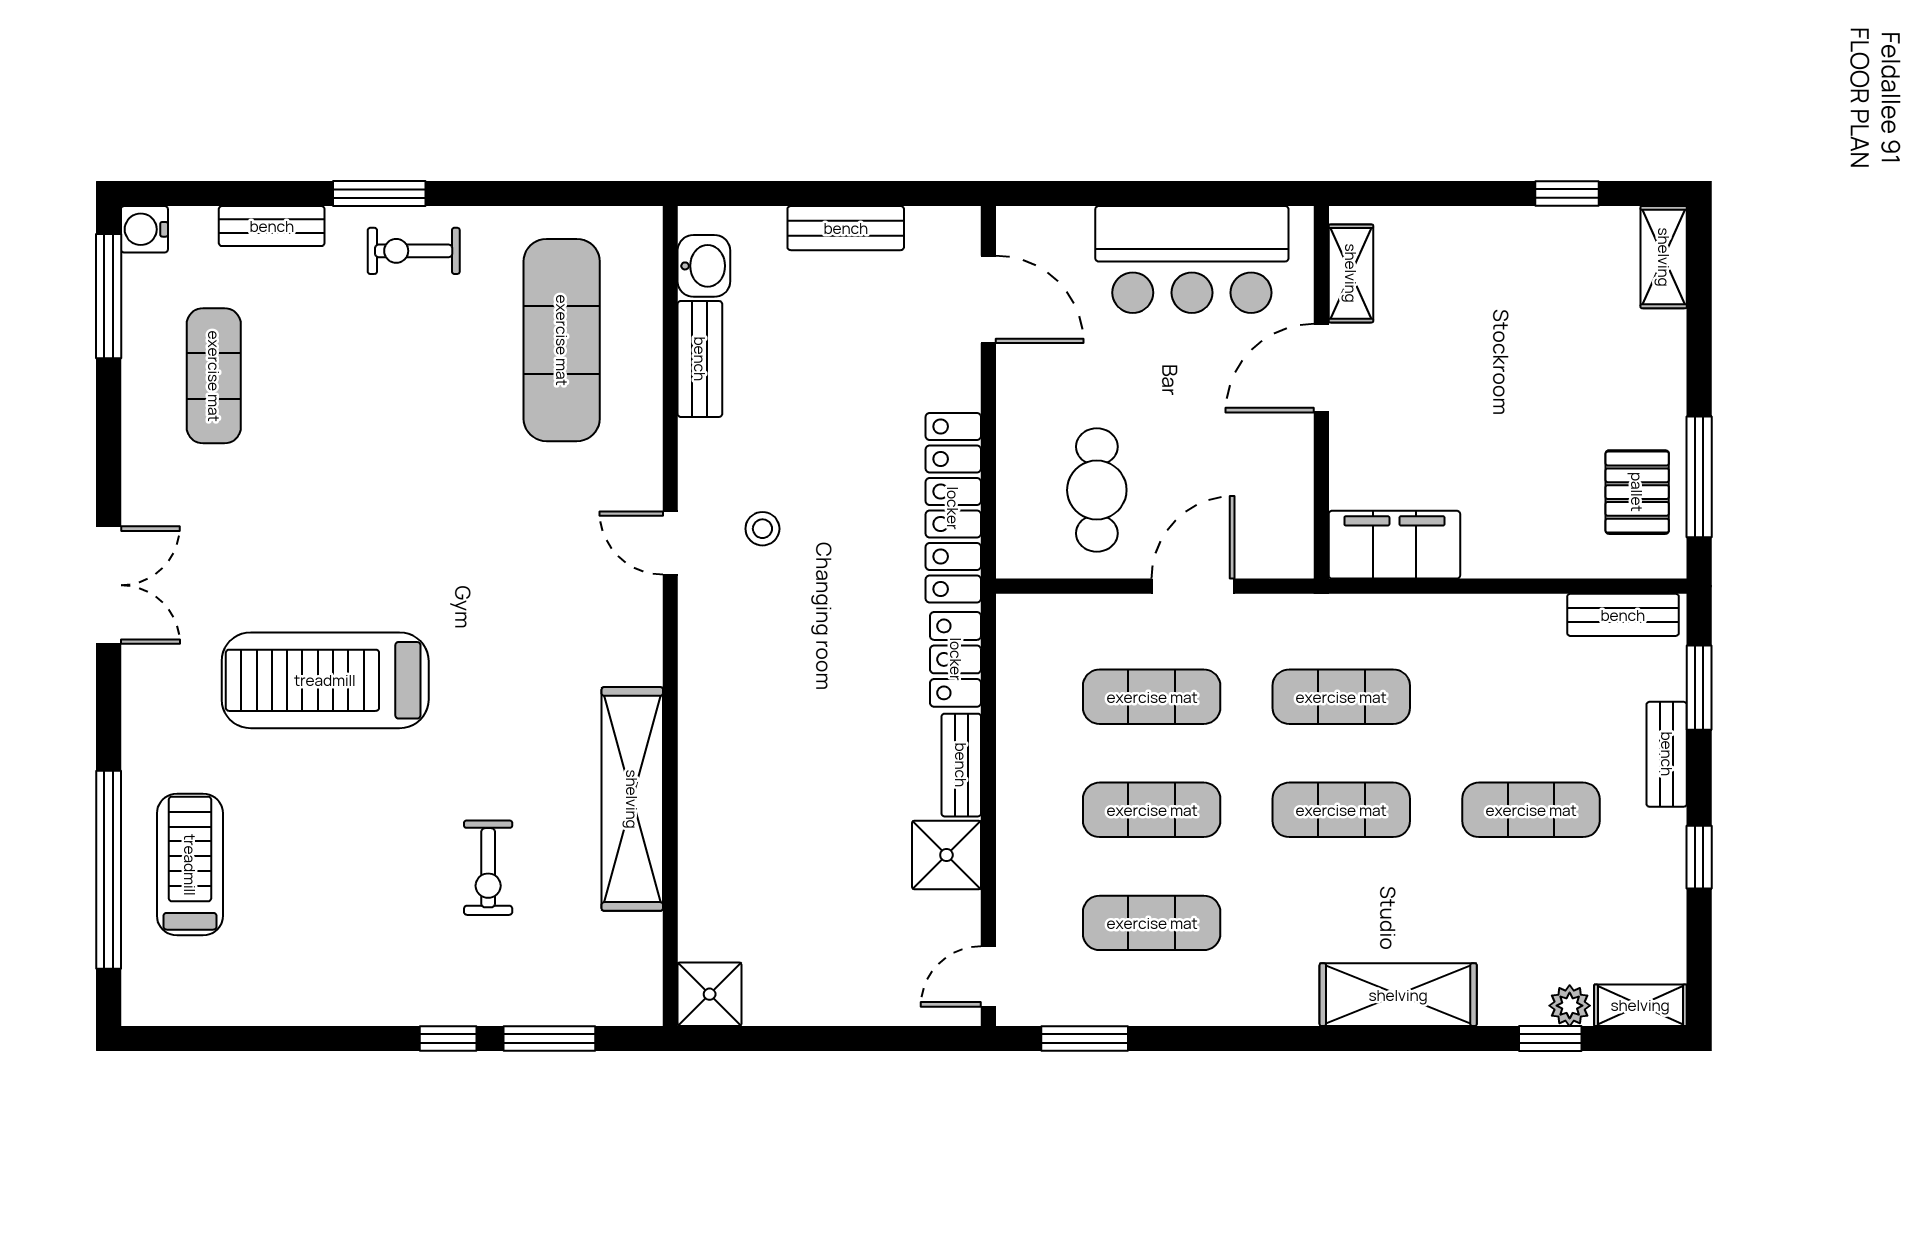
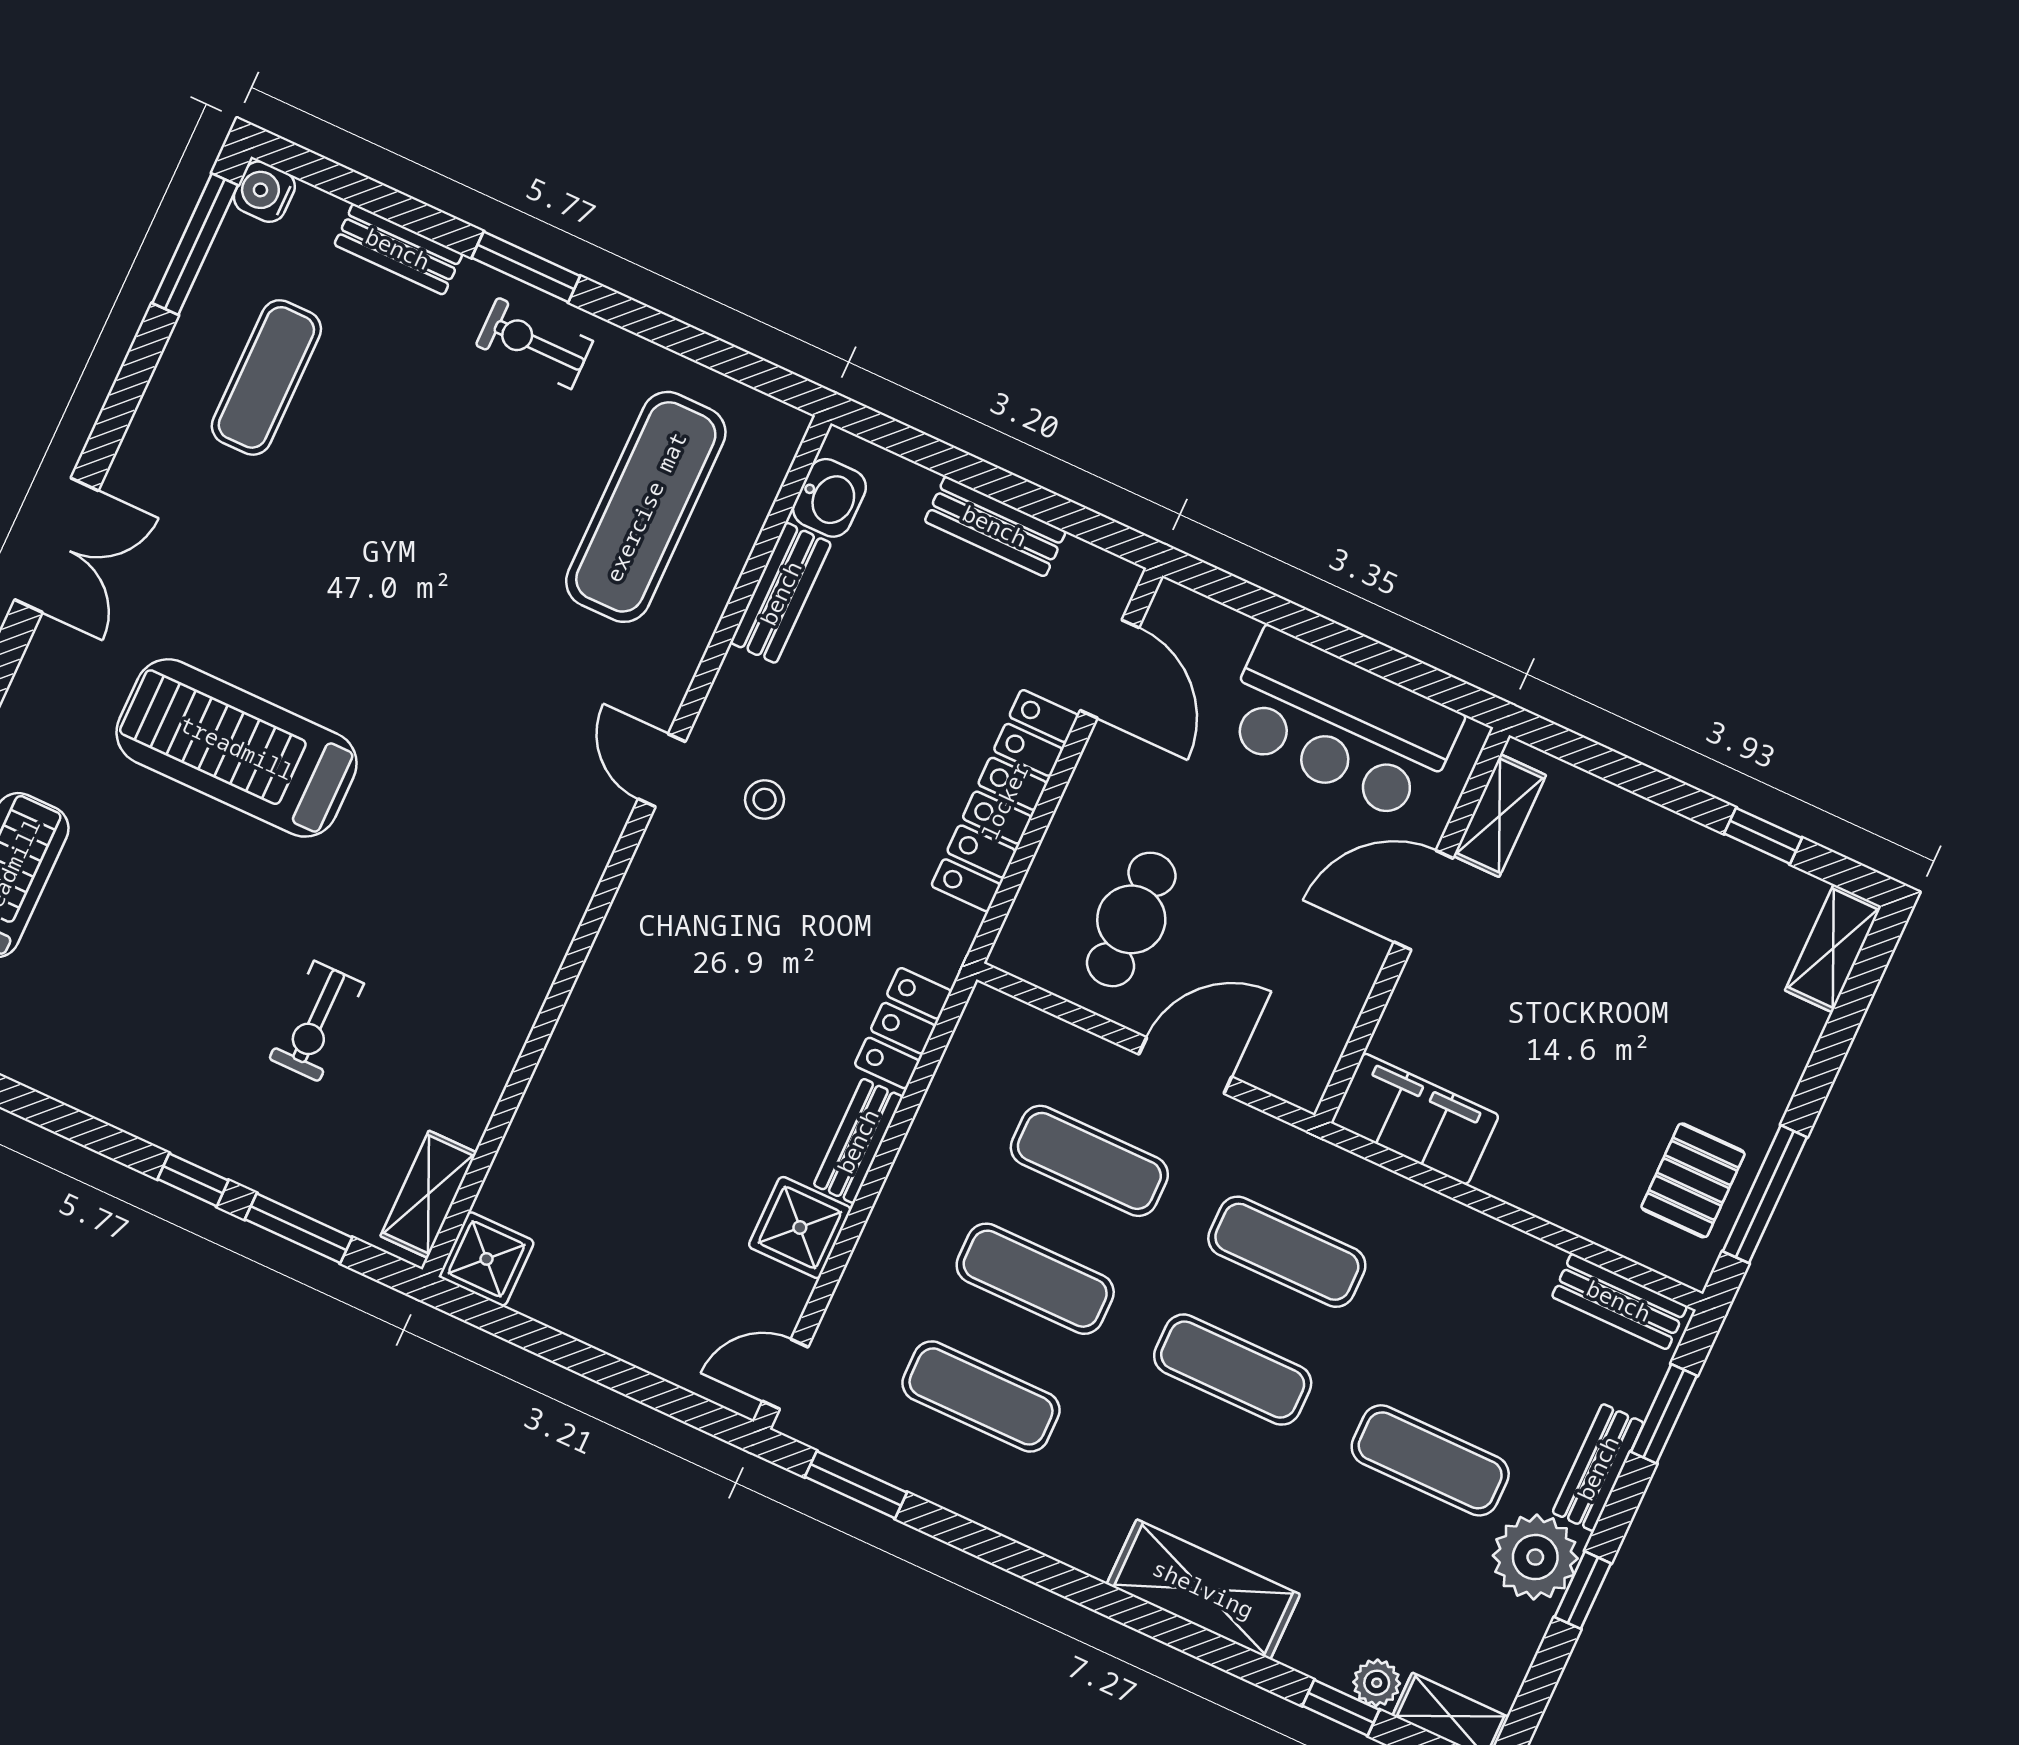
locker: (953, 508) -> (1005, 801), moved
shelving: (632, 799) -> (428, 1194), moved, width x0.45, depth x0.75
plant: (1649, 848) -> (1535, 1557), added

